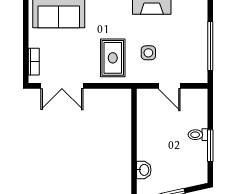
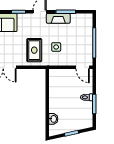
door: (169, 86) -> (83, 67), moved

